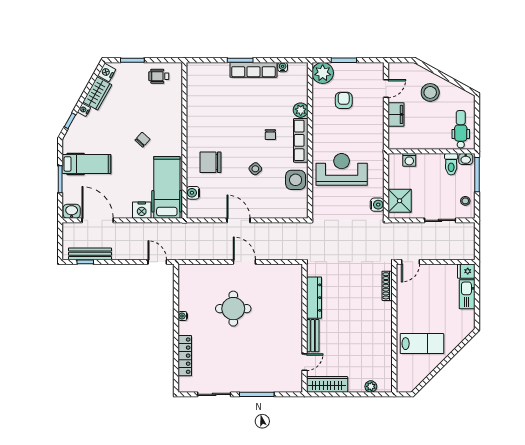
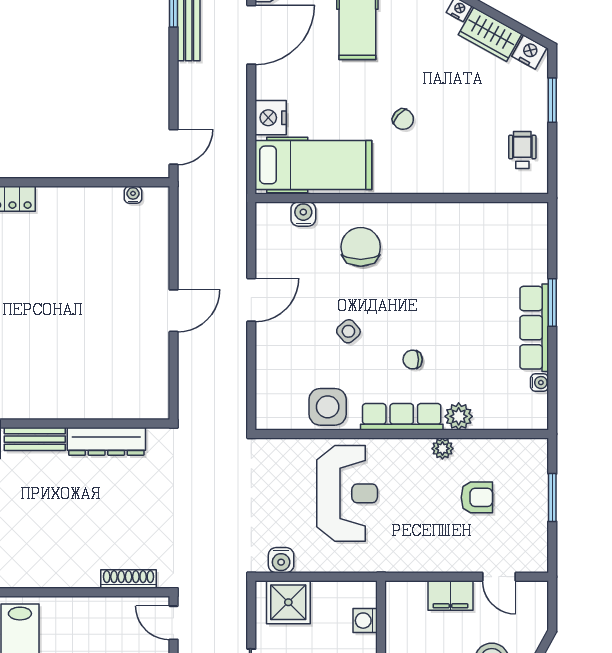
plant: (323, 73) -> (442, 449), moved, width x0.53, depth x0.53
round table: (233, 309) -> (86, 290), removed
water cooler: (183, 316) -> (133, 195), moved

